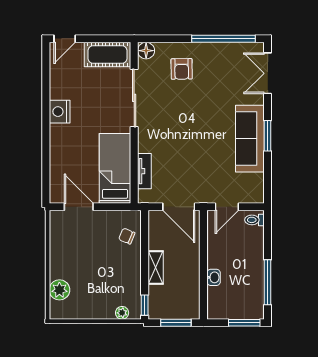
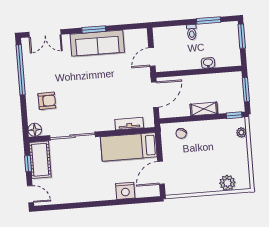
window: (104, 39) -> (28, 164), added
nightstand: (60, 112) -> (125, 191), moved
door: (227, 207) -> (152, 57), swing flipped
toilet: (254, 220) -> (192, 32), moved
window: (268, 282) -> (209, 20), width x0.69

